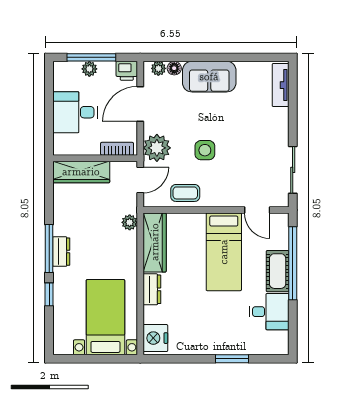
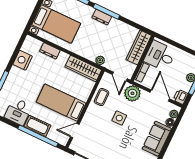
desk: (75, 112) -> (160, 56), moved, turned -90
dresser: (152, 289) -> (50, 51), moved
nightstand: (155, 338) -> (23, 60), moved, turned -90

